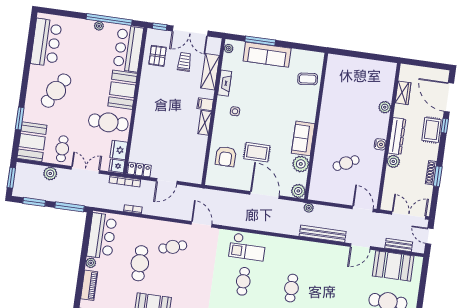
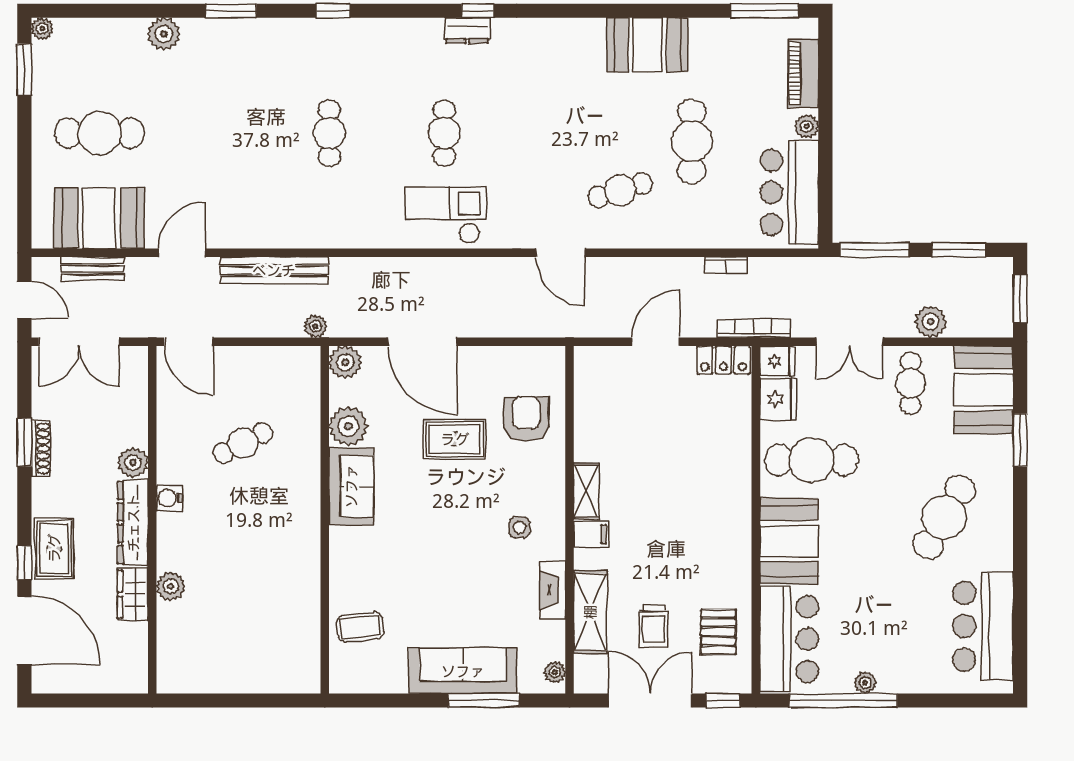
wardrobe: (403, 93) -> (133, 594), moved

